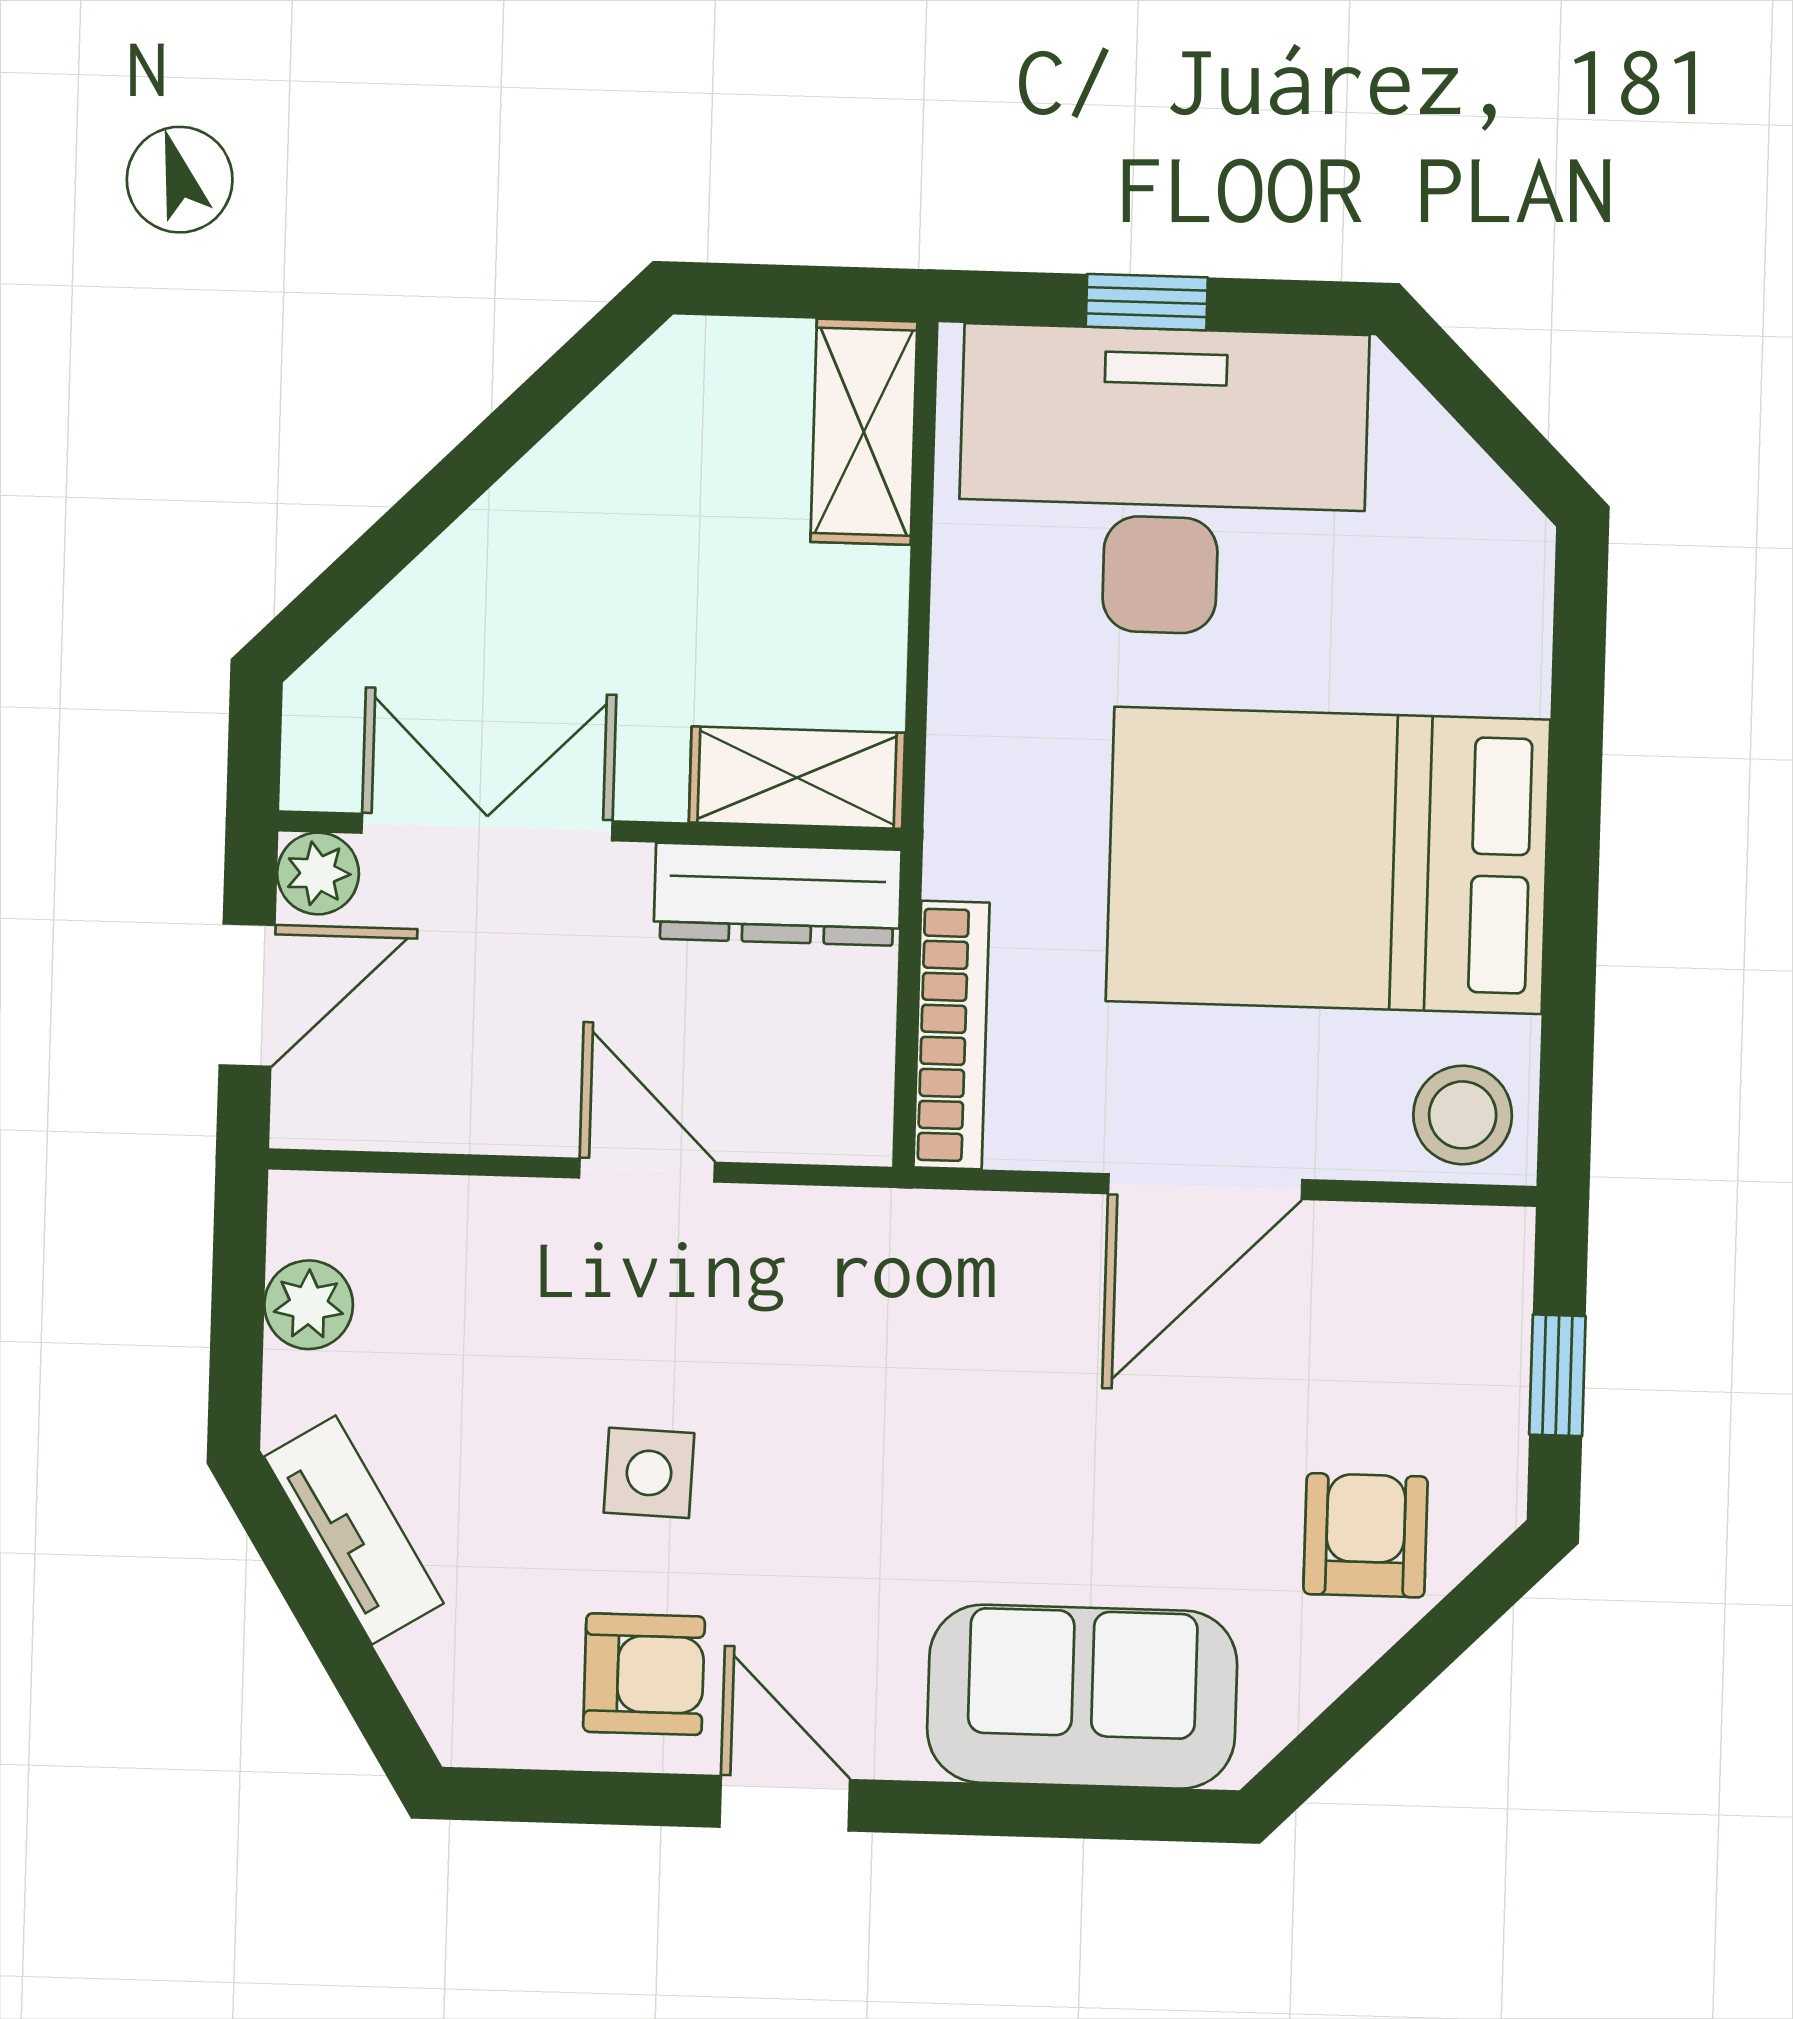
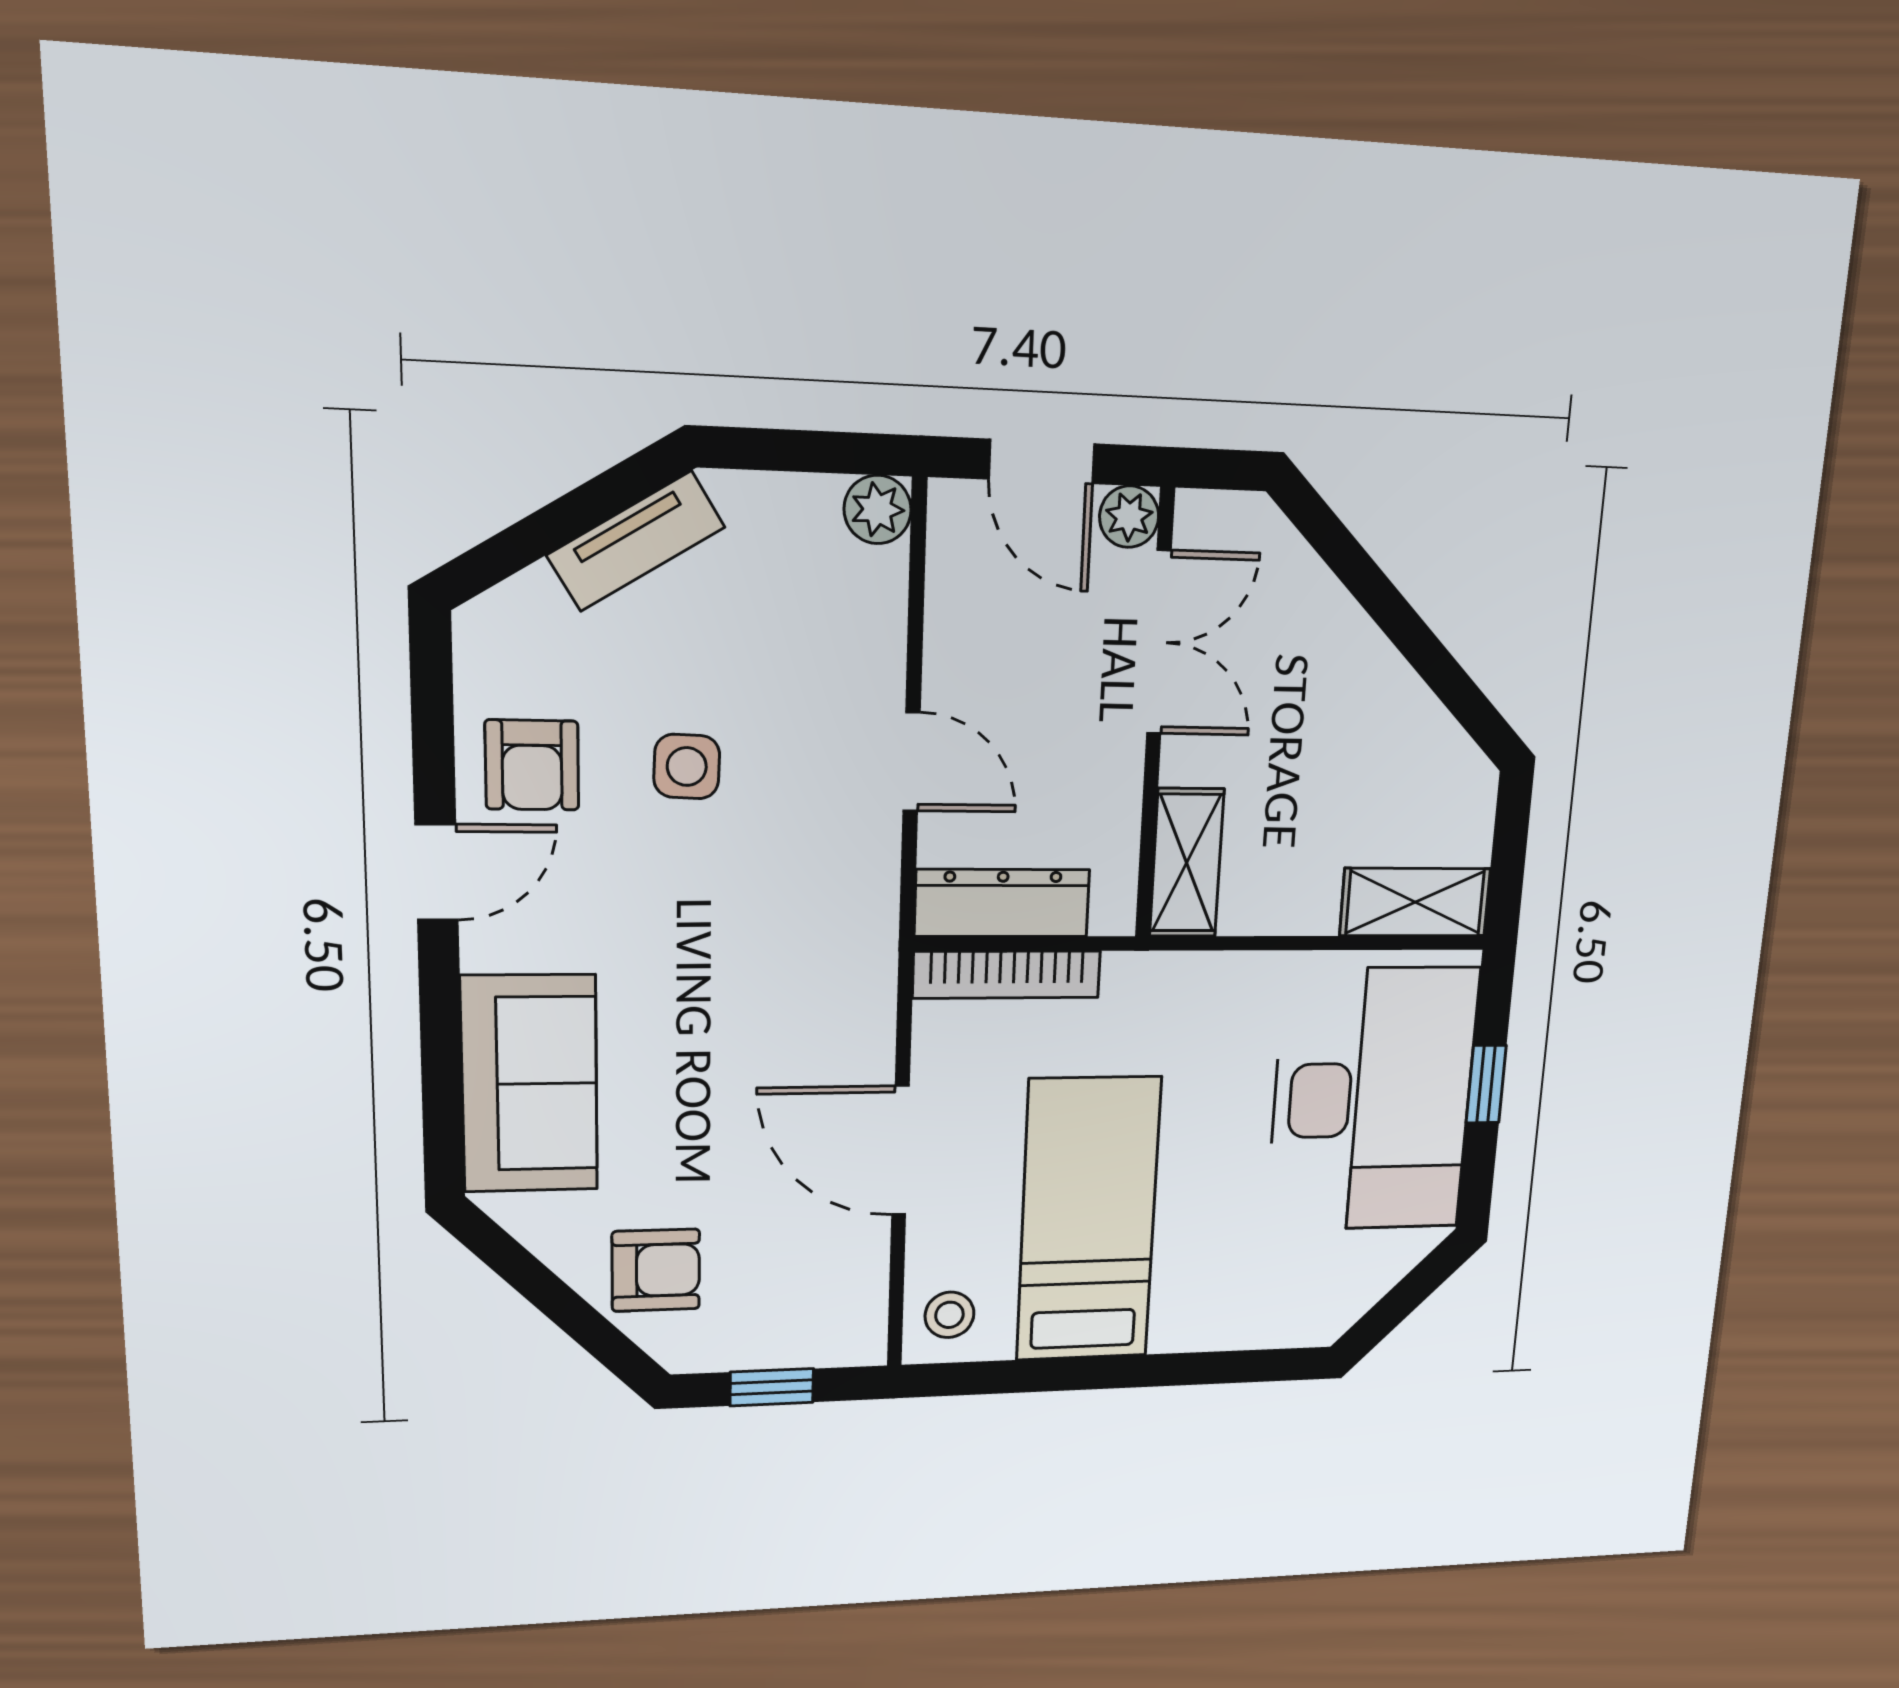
bed: (1328, 860) -> (1088, 1220), width x0.67
dresser: (777, 894) -> (1002, 903), moved, turned 90
stool: (1463, 1115) -> (949, 1315), width x0.73, depth x0.73
door: (647, 1170) -> (912, 762), hinge flipped
plant: (309, 1305) -> (878, 510), moved

